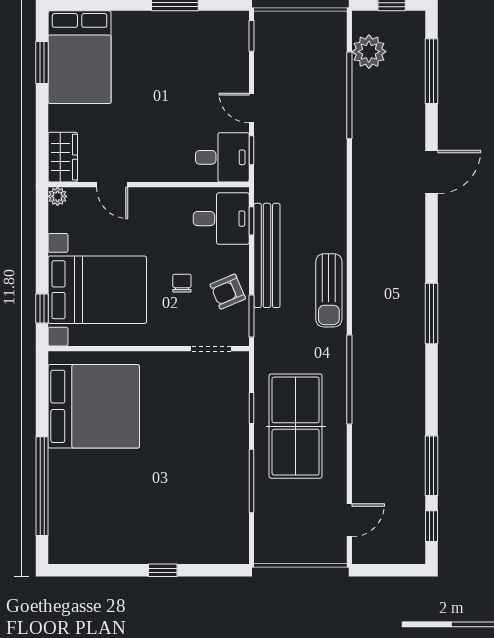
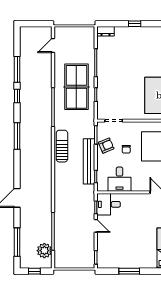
desk: (221, 219) -> (120, 179), moved, turned -90
window: (431, 526) -> (17, 96), moved
dresser: (229, 553) -> (105, 31), added

